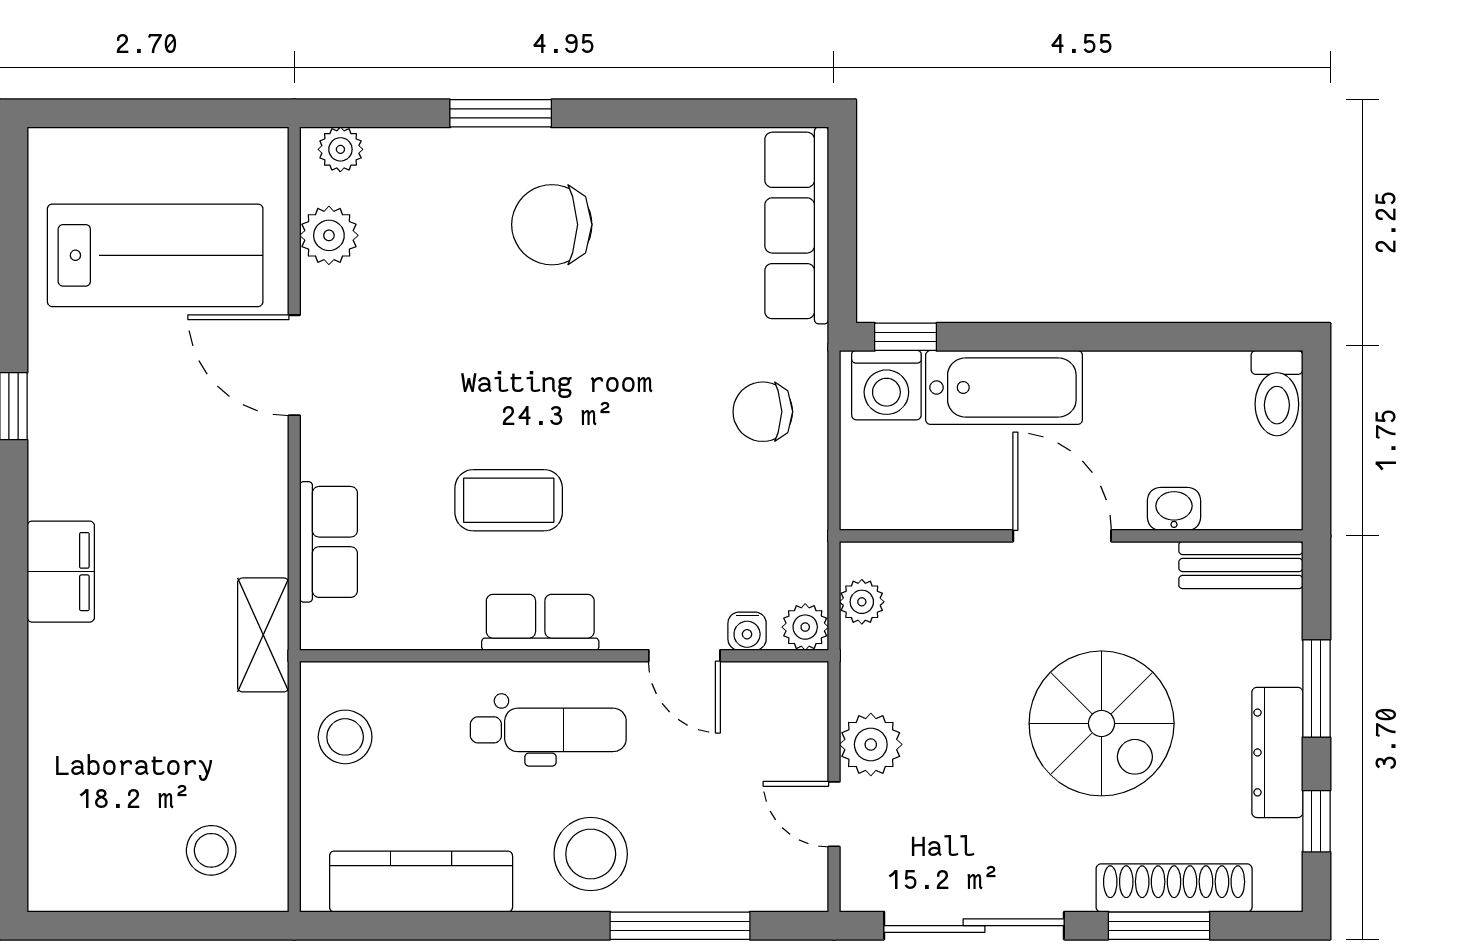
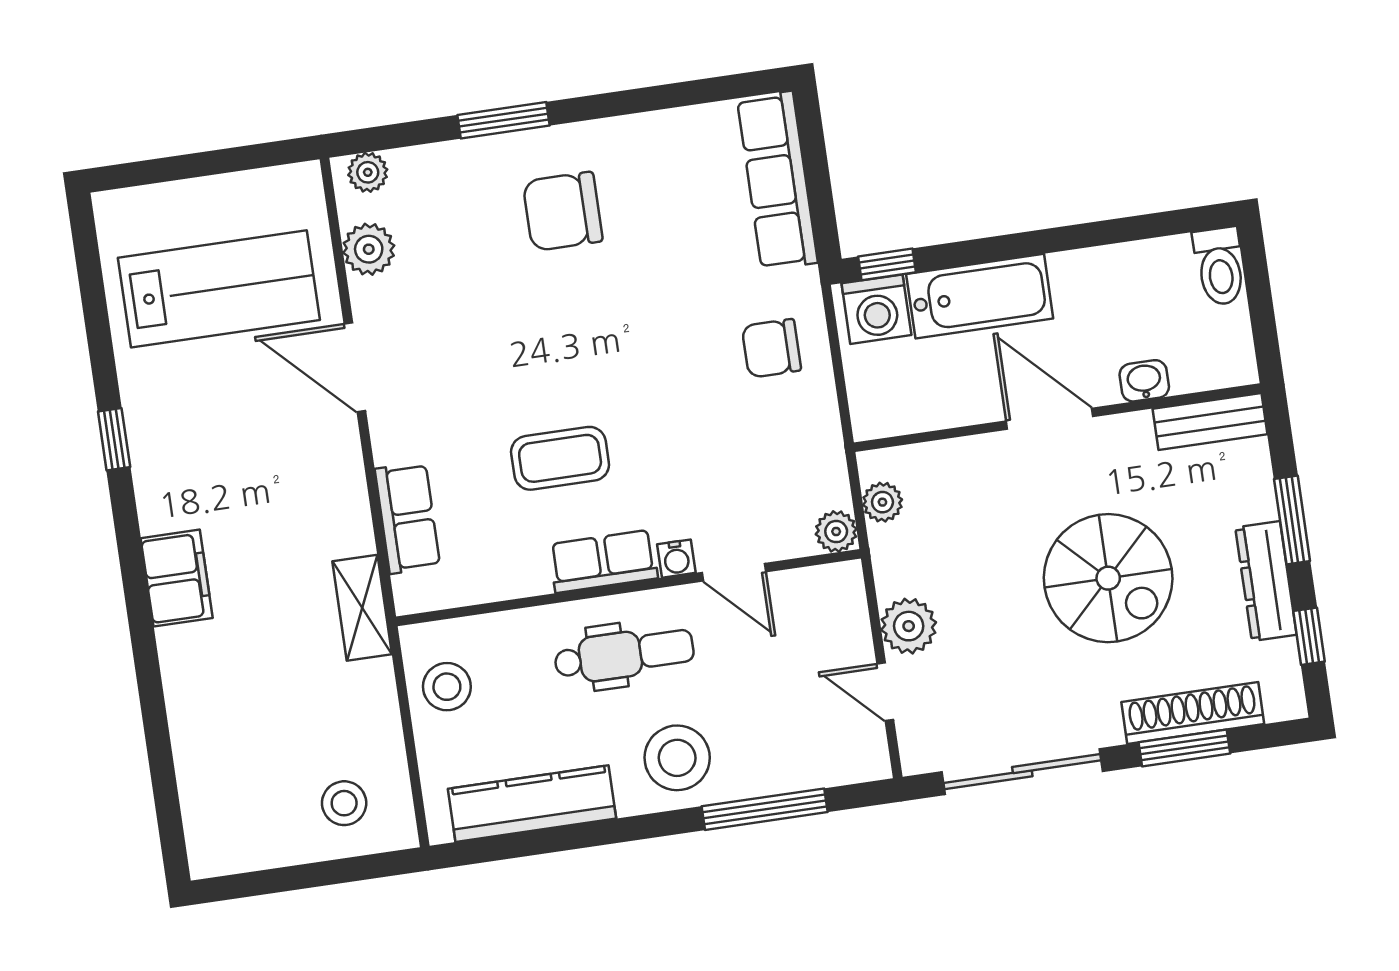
water cooler: (747, 631) -> (676, 559), moved

